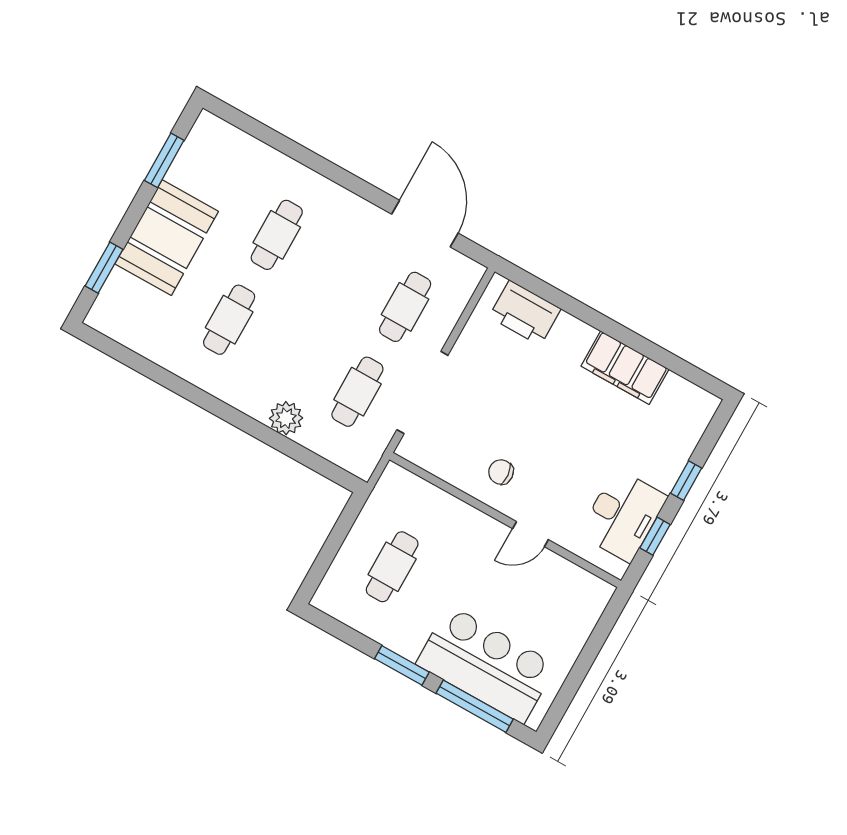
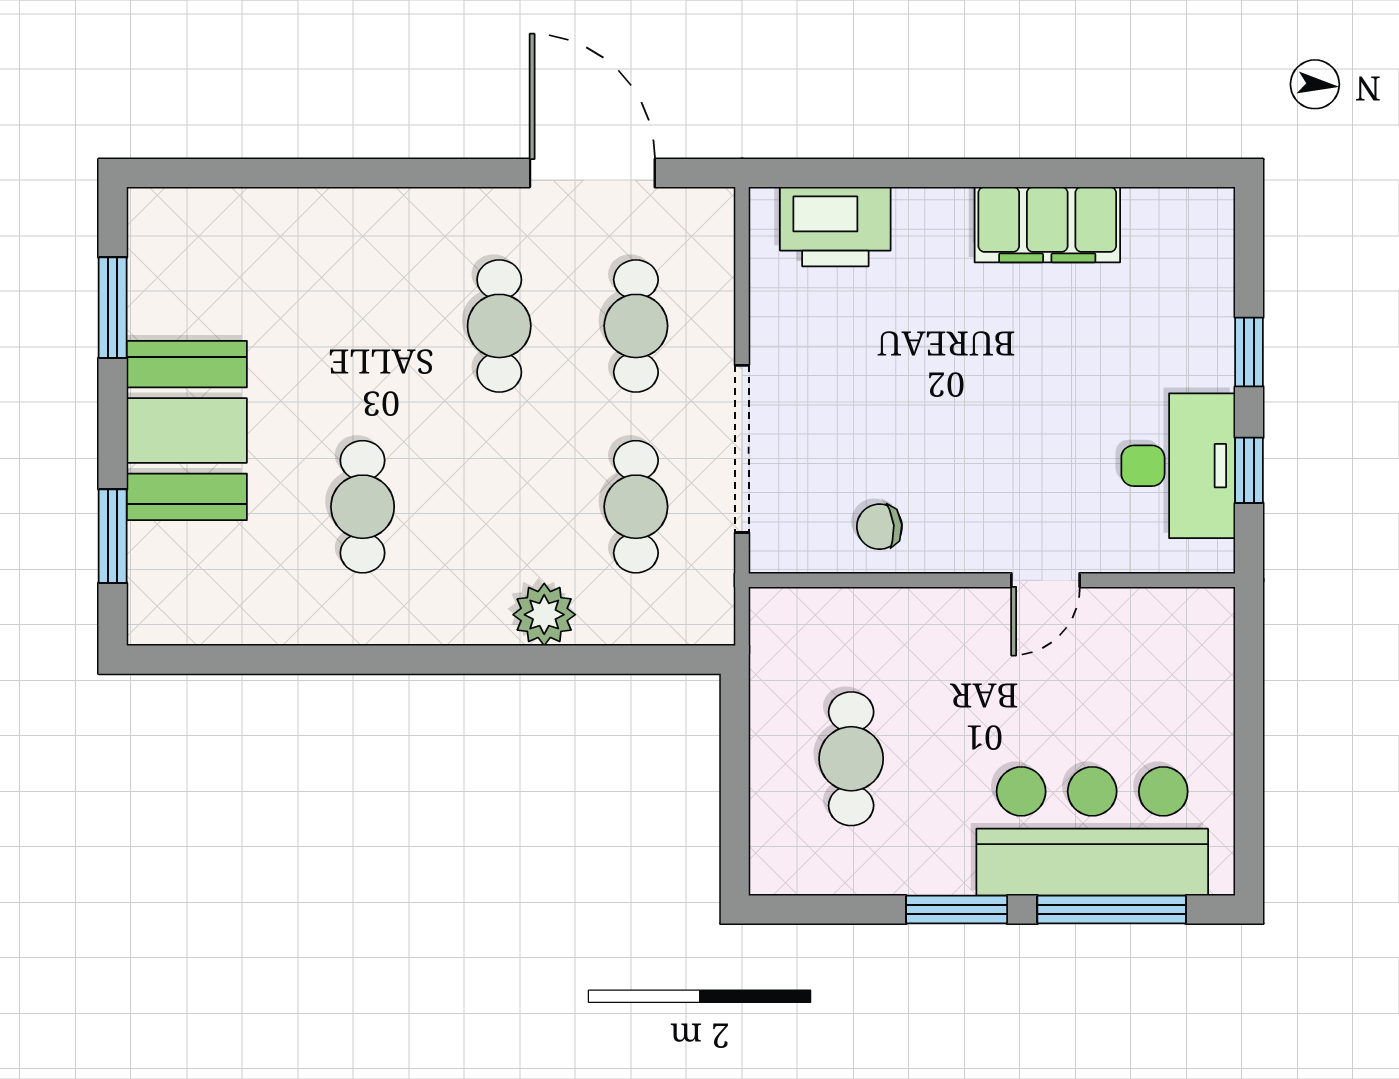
cafe table: (277, 235) -> (499, 326), moved
chair: (501, 472) -> (879, 527), moved

